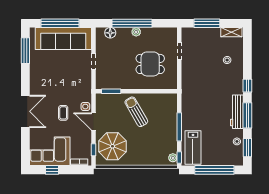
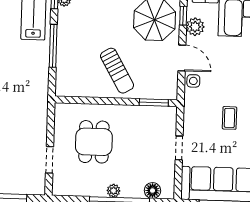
dining table: (150, 64) -> (94, 142), turned 90
coffee table: (63, 113) -> (229, 118), moved
plant: (85, 143) -> (195, 27), added

